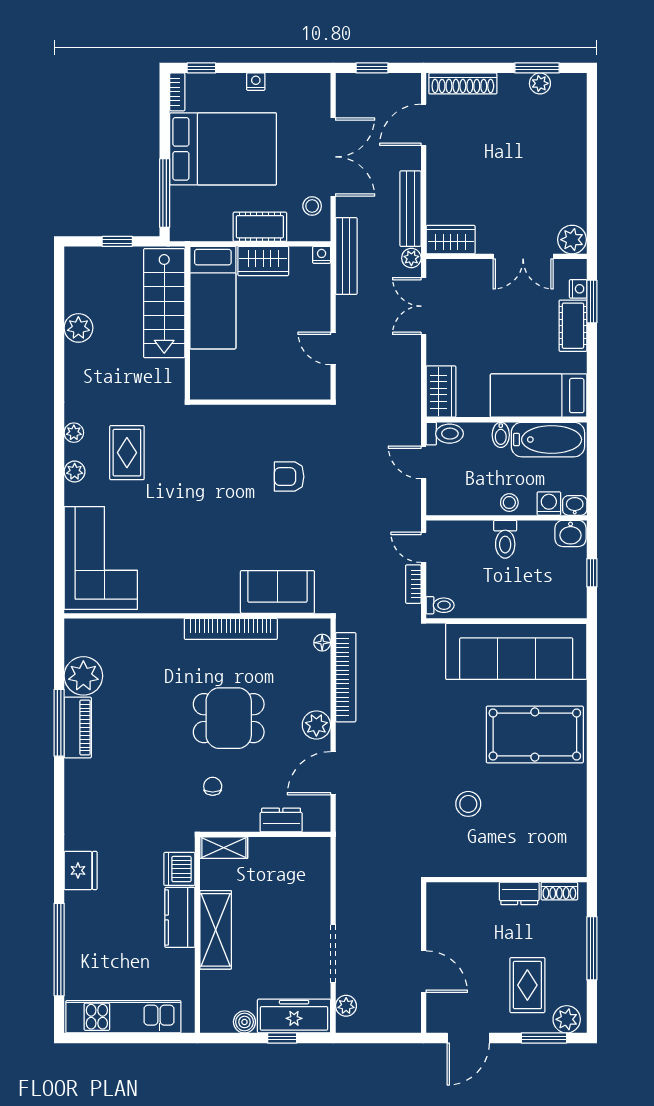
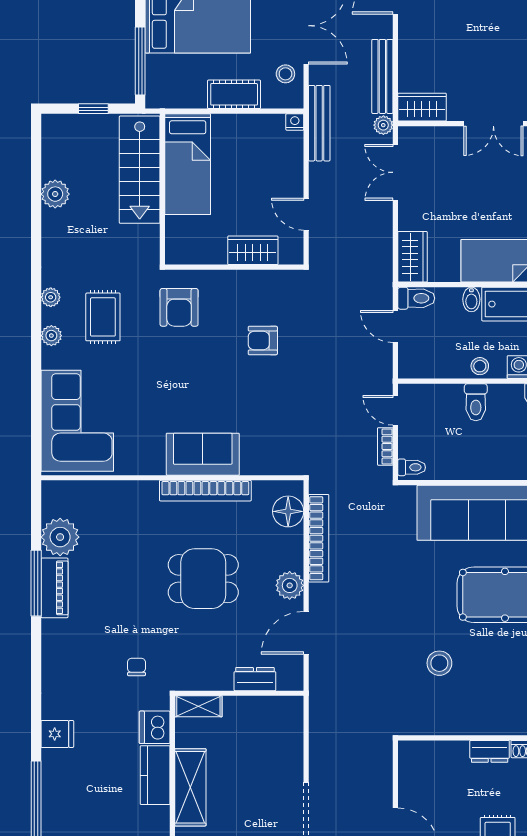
wardrobe: (263, 261) -> (253, 250), moved, turned 180
armchair: (204, 443) -> (179, 307), added
sofa: (277, 592) -> (203, 454), moved
floor lamp: (322, 643) -> (288, 511), width x1.89, depth x1.89
chair: (213, 786) -> (136, 667), moved
fridge: (81, 870) -> (57, 734), width x0.72

